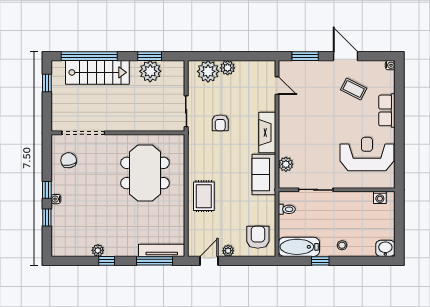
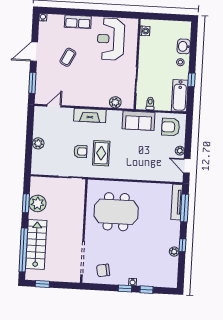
plant: (208, 71) -> (40, 159), removed
coffee table: (354, 89) -> (68, 57), moved
sofa: (264, 175) -> (139, 121), moved
rug: (204, 196) -> (101, 153), moved, turned 90
washbasin: (385, 248) -> (184, 46), moved

